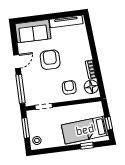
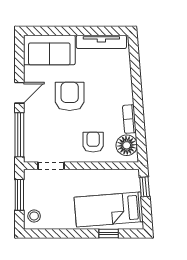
window: (109, 123) -> (145, 187), moved

